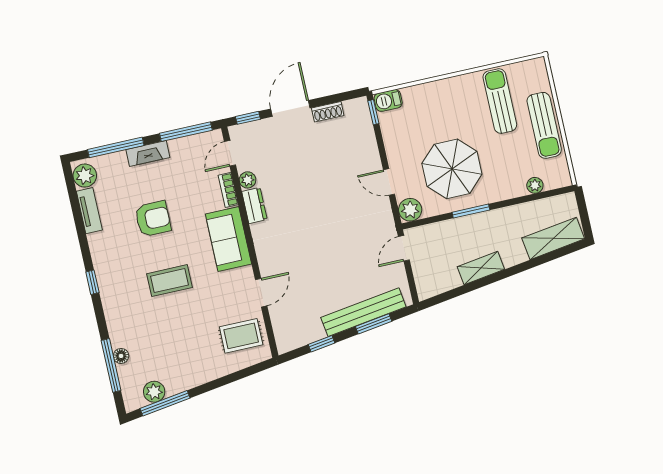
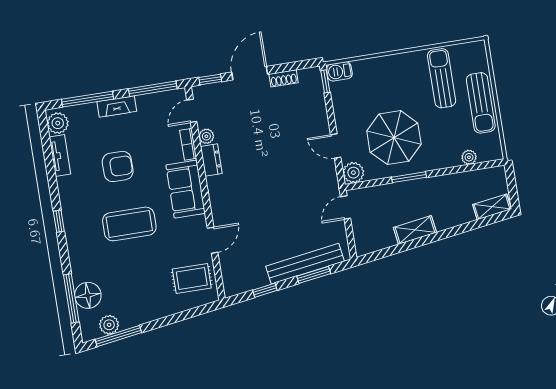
shelving: (553, 238) -> (492, 207), width x0.67, depth x0.75
coffee table: (169, 281) -> (129, 224), width x1.36, depth x1.32
floor lamp: (121, 356) -> (88, 295), width x1.89, depth x1.89

